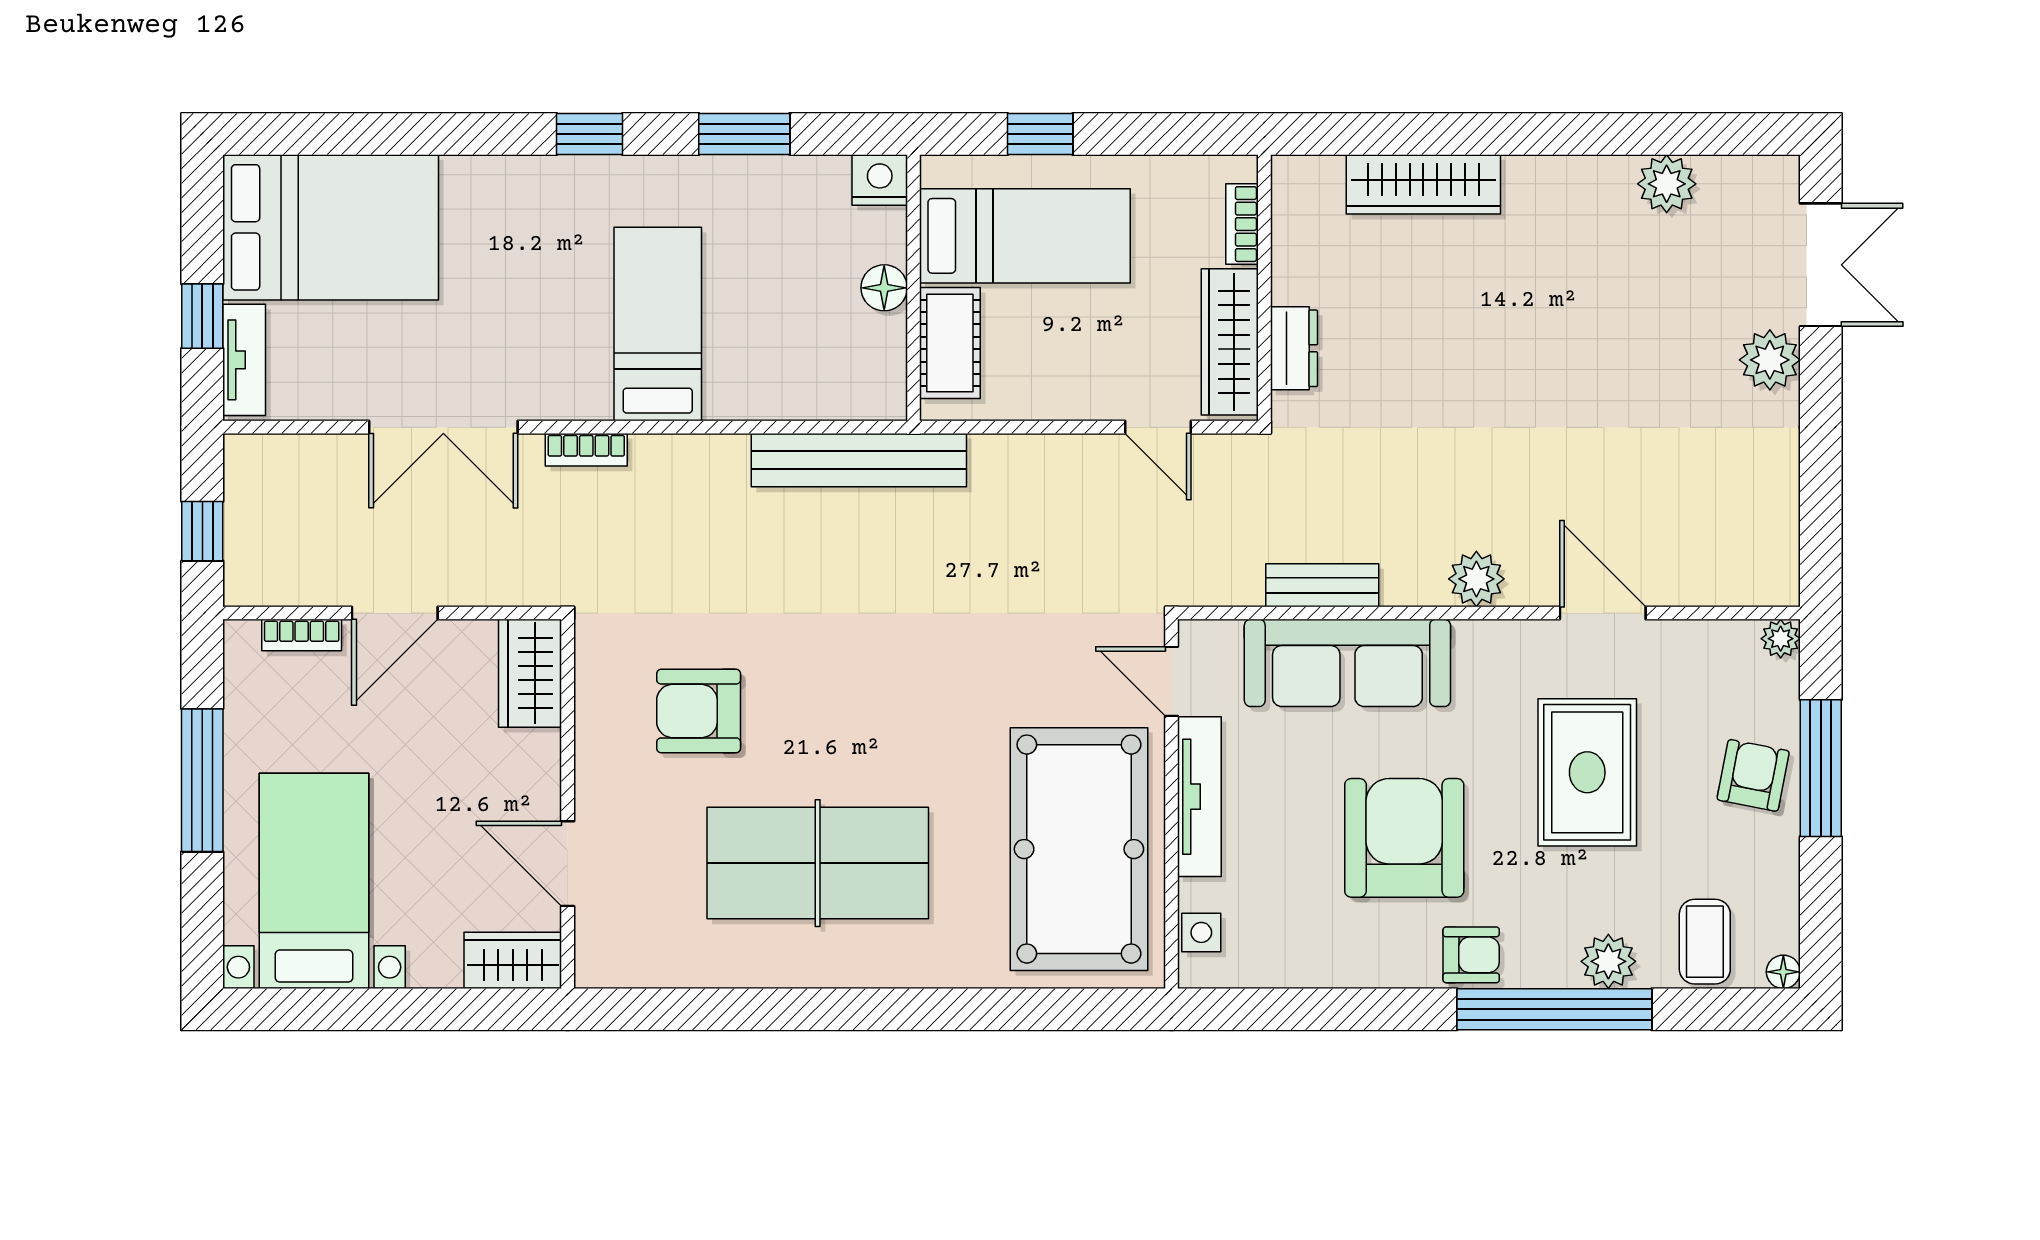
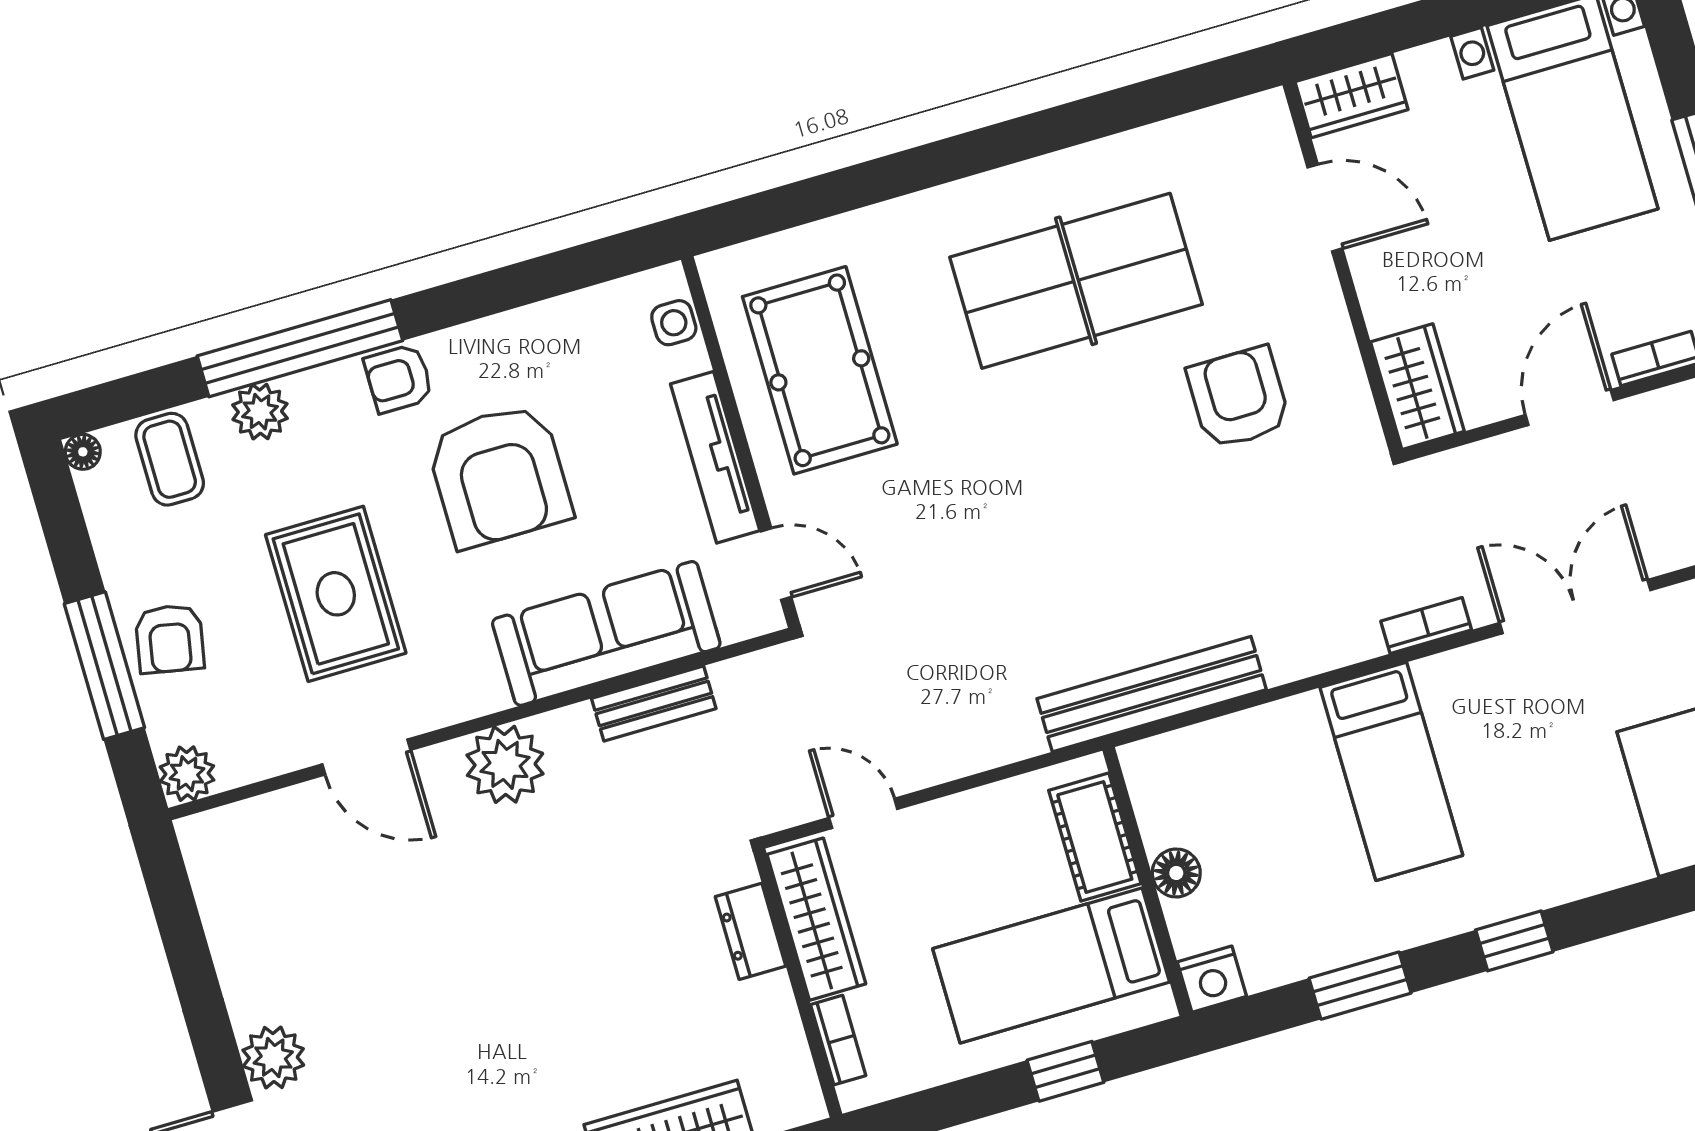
plant: (1476, 579) -> (505, 764), width x1.36, depth x1.36
plant: (1781, 639) -> (187, 774), width x1.38, depth x1.38
armchair: (699, 711) -> (1239, 398), turned -90
pool table: (1079, 849) -> (820, 370), width x0.73, depth x0.76

